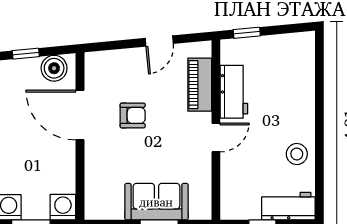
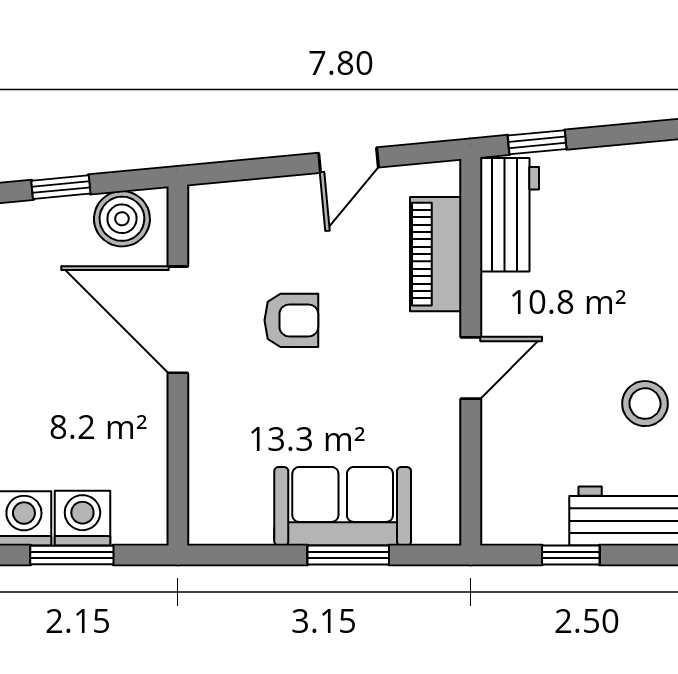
workbench: (234, 92) -> (509, 215), moved
washing machine: (63, 207) -> (82, 518), moved

